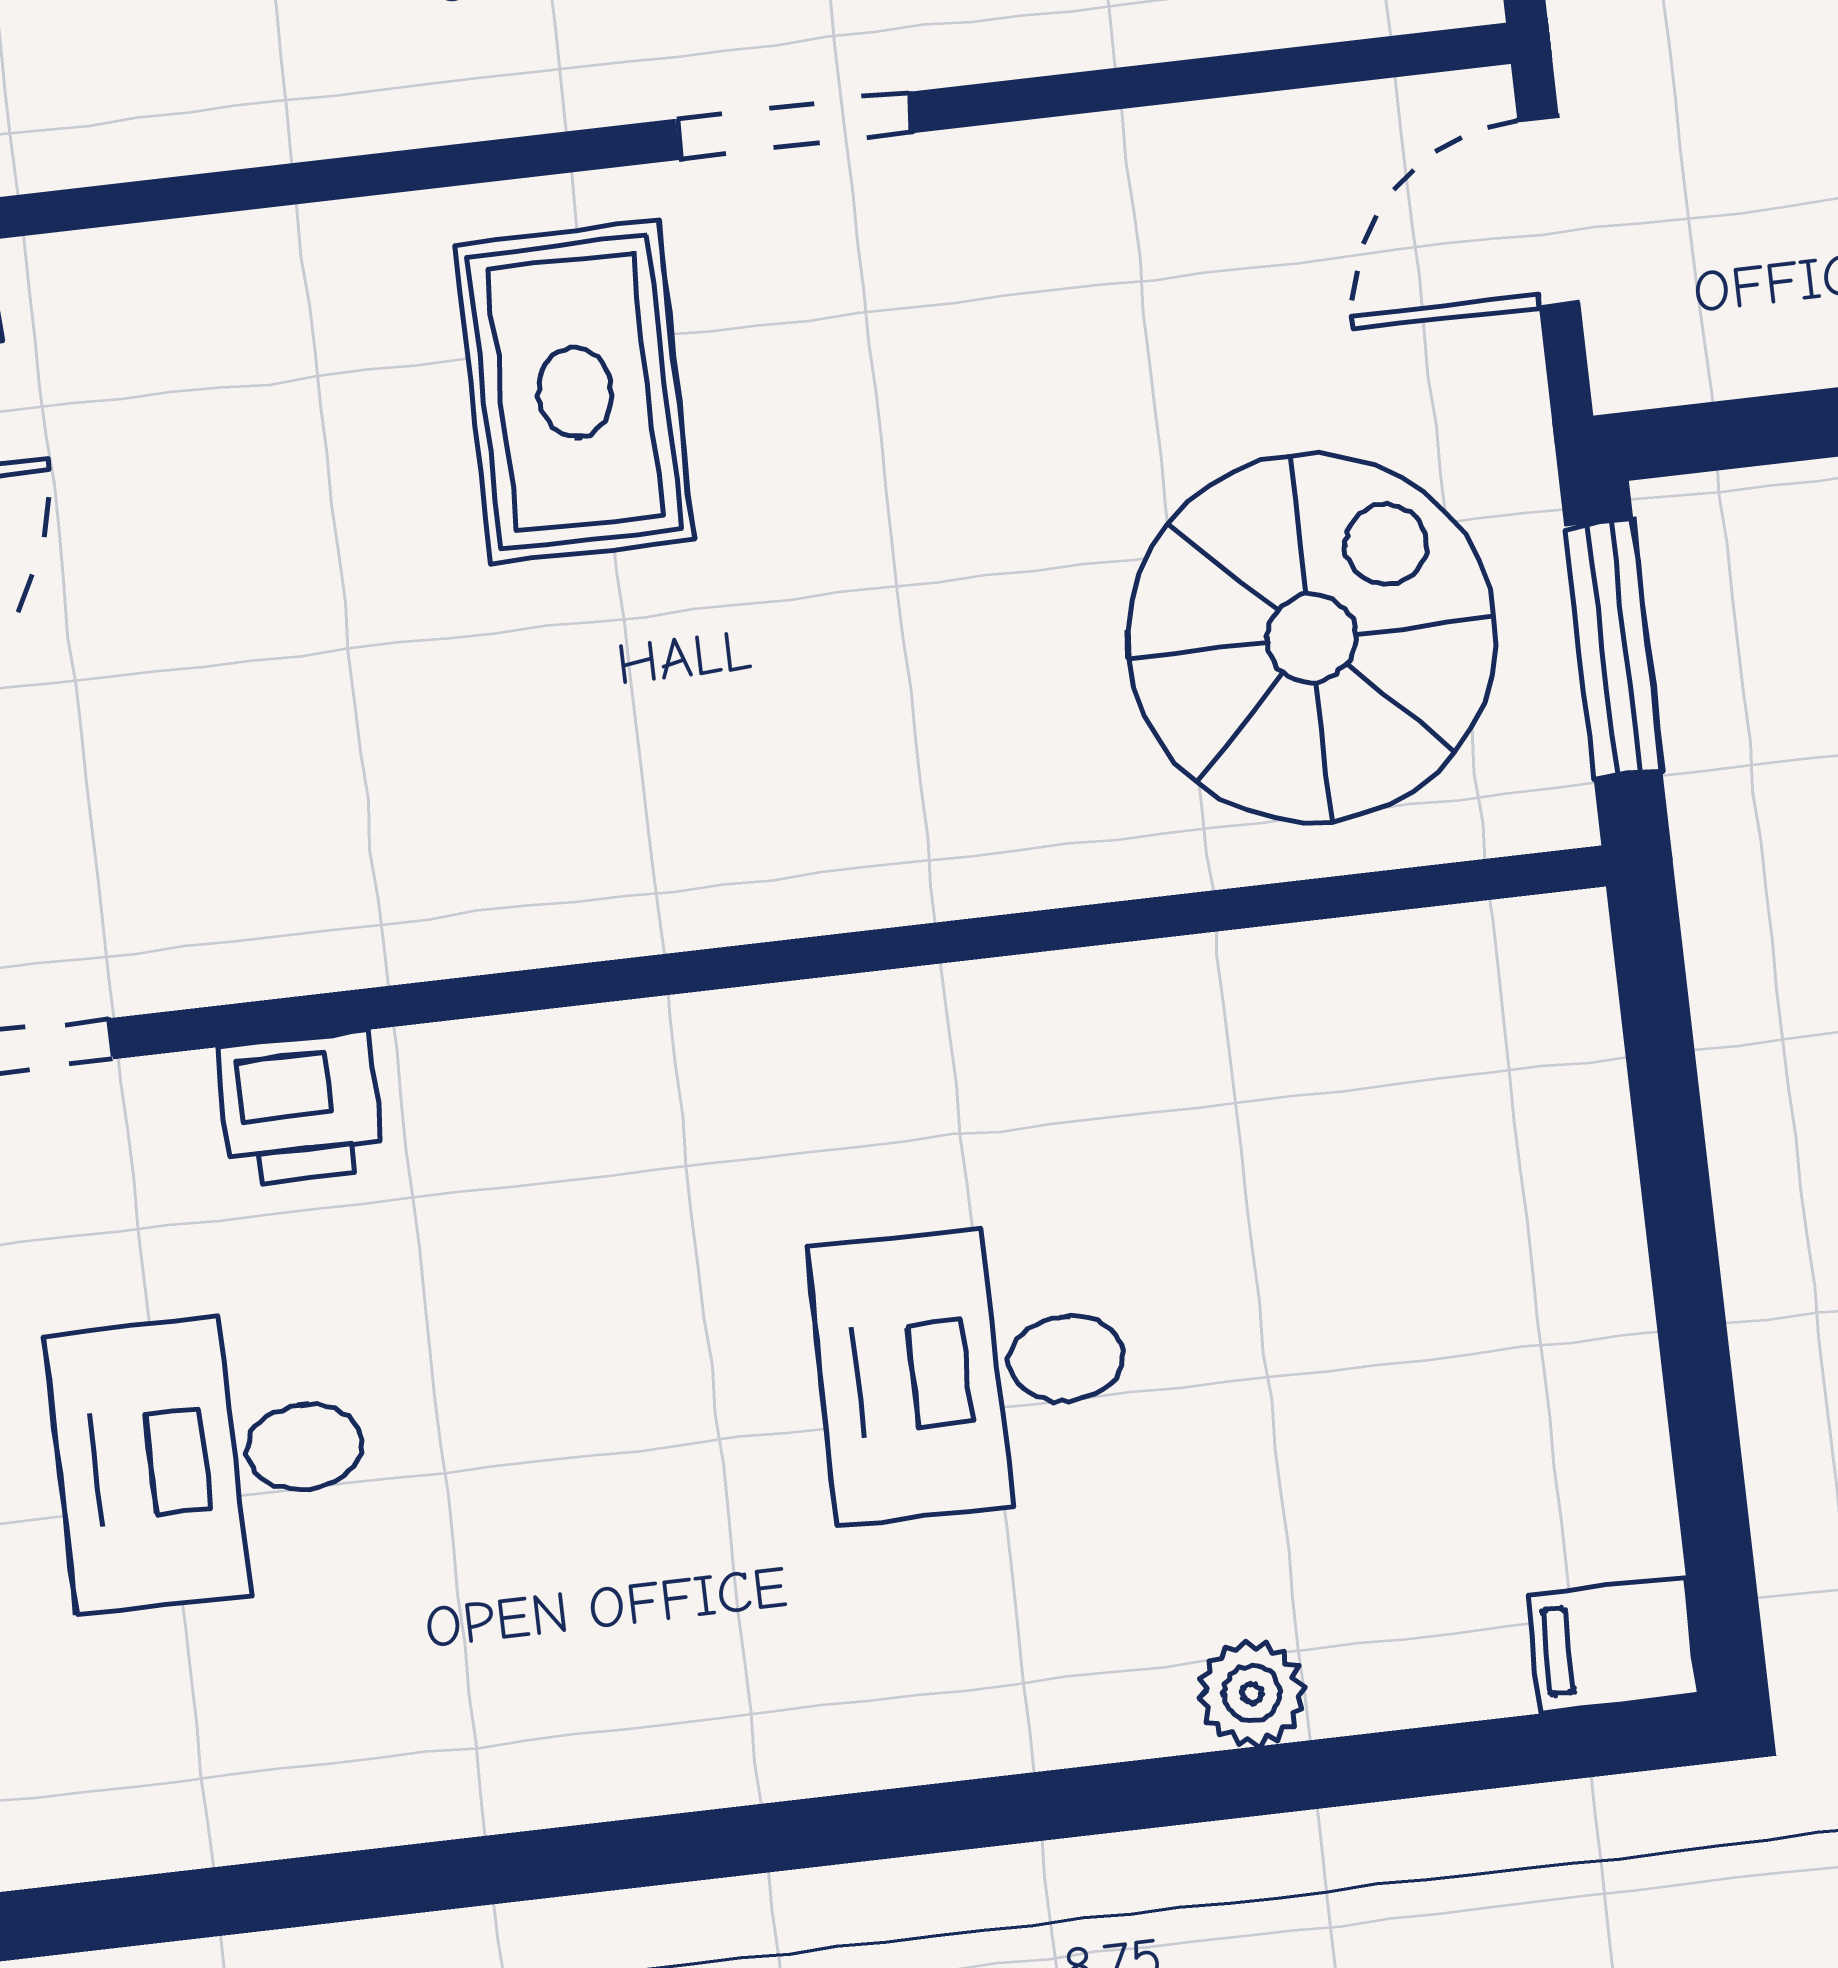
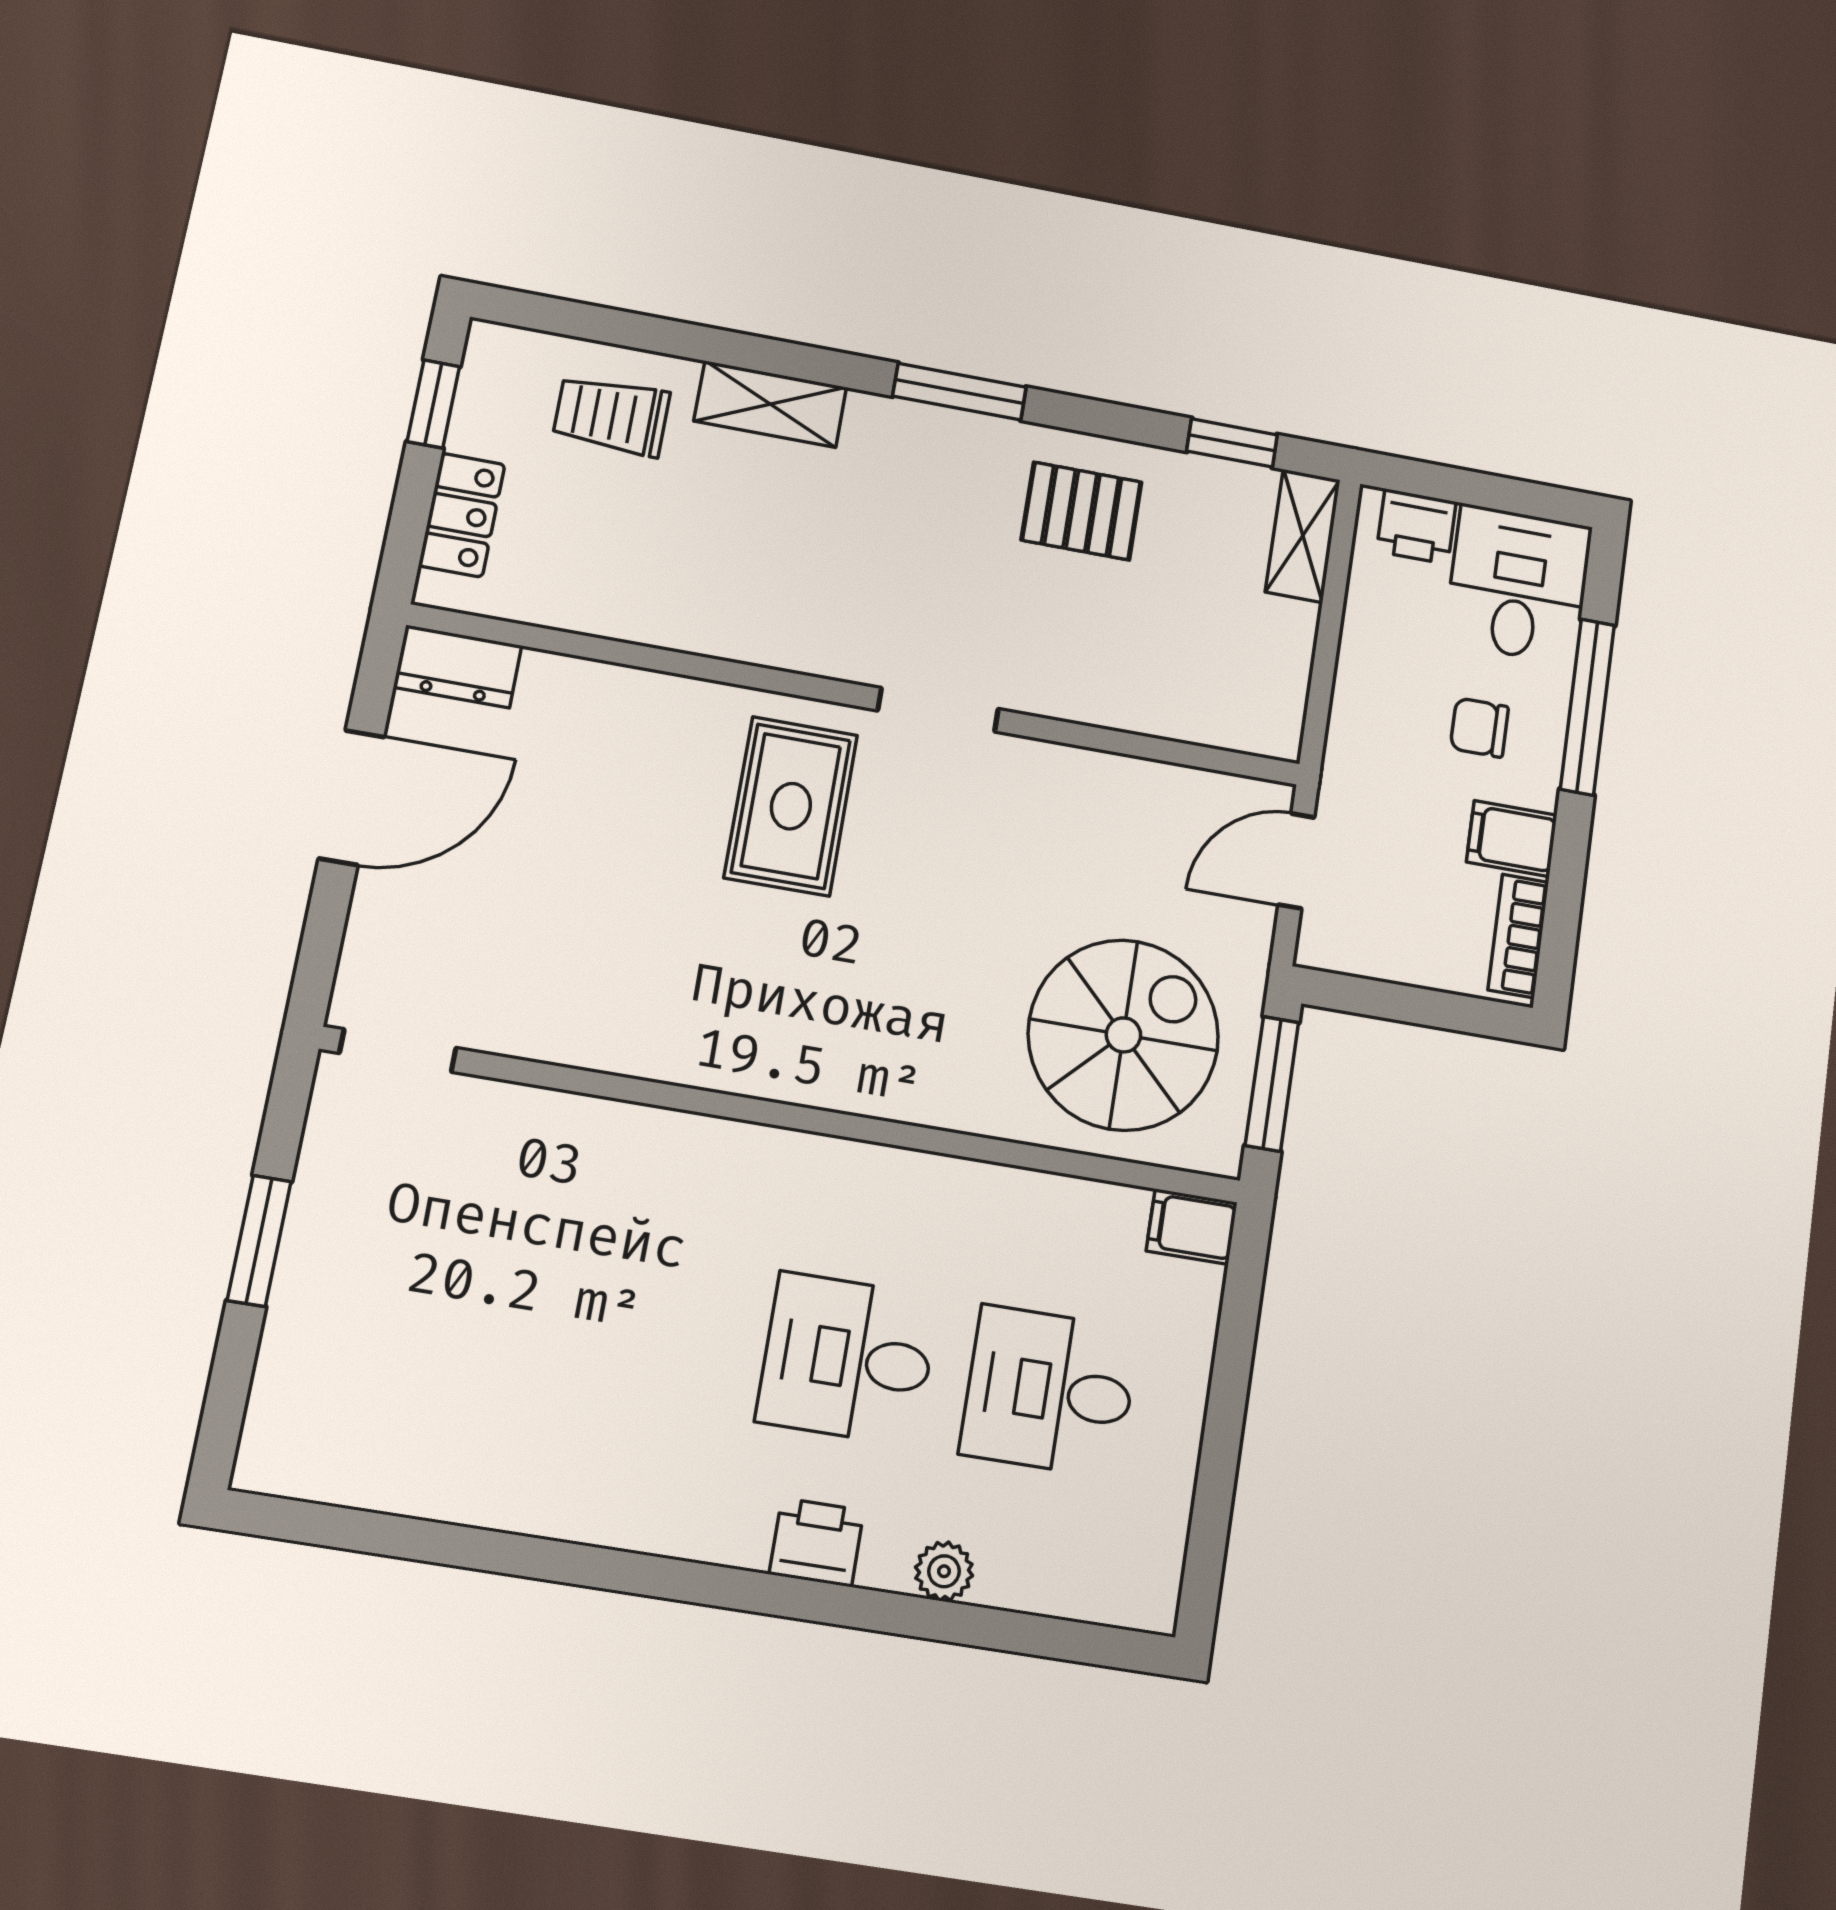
printer: (301, 1108) -> (817, 1542), moved, turned 180
desk: (211, 1458) -> (1050, 1391), moved
filing cabinet: (1614, 1645) -> (1192, 1227), moved

